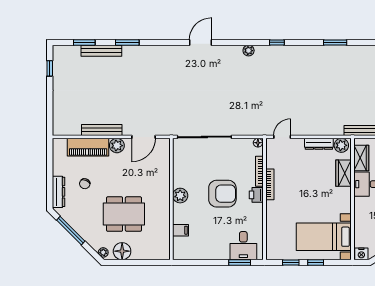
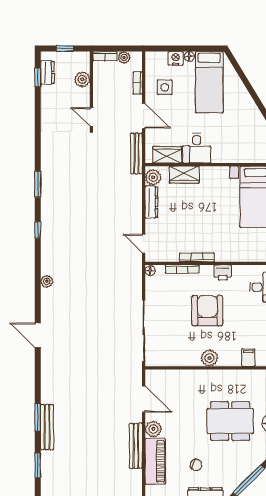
window: (277, 42) -> (38, 230), moved
bench: (101, 51) -> (47, 427), moved
printer: (256, 195) -> (223, 272), moved
dining table: (124, 214) -> (230, 421), turned 90

